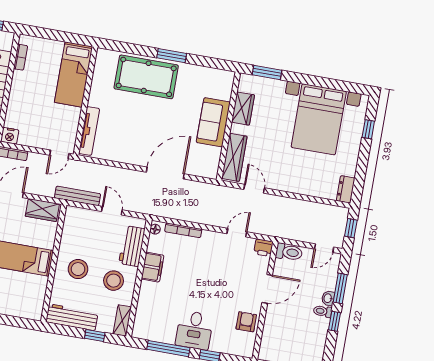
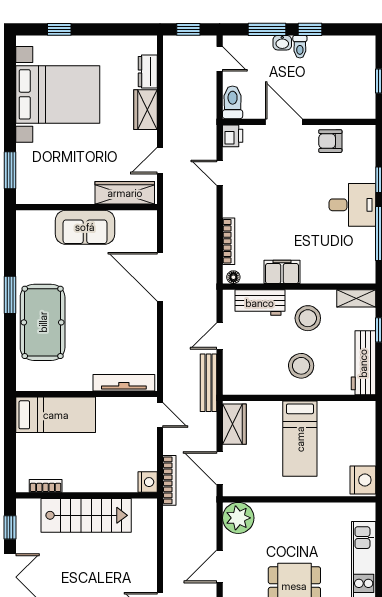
wardrobe: (243, 109) -> (145, 110), moved, turned -90
dresser: (346, 189) -> (148, 72), moved, turned 90

